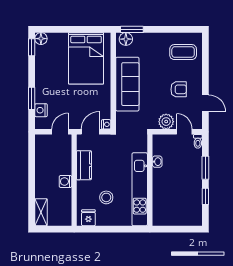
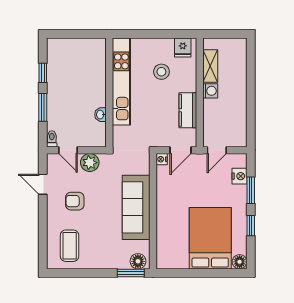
window: (32, 47) -> (251, 226), moved
coffee table: (183, 52) -> (70, 246), turned 90
bed: (86, 58) -> (210, 238), moved
shelving: (41, 212) -> (210, 66), moved

